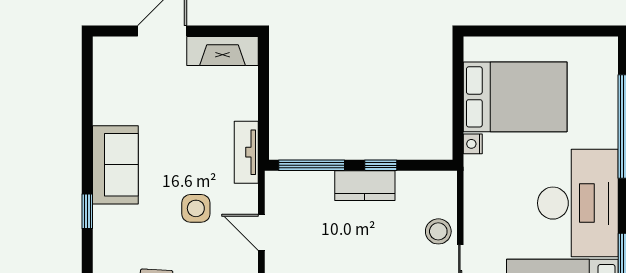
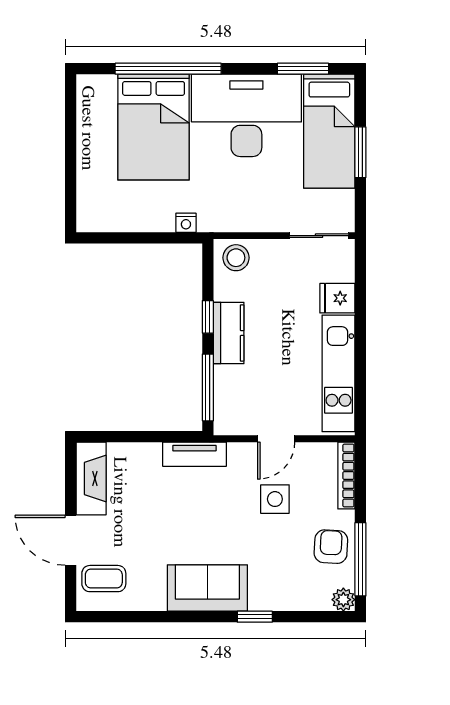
coffee table: (125, 64) -> (104, 579), added
bed: (515, 97) -> (154, 127), moved, turned 180
side table: (196, 208) -> (275, 499), moved
stool: (438, 231) -> (236, 258), moved

